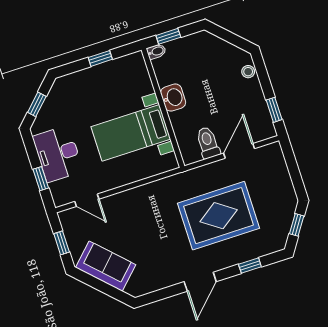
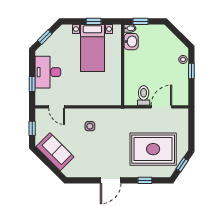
washbasin: (173, 98) -> (131, 42), moved
window: (274, 110) -> (191, 71), moved
bed with nightstands: (131, 133) -> (92, 48), moved, turned -90
side table: (144, 213) -> (90, 126), added
rug: (219, 216) -> (153, 149), moved

